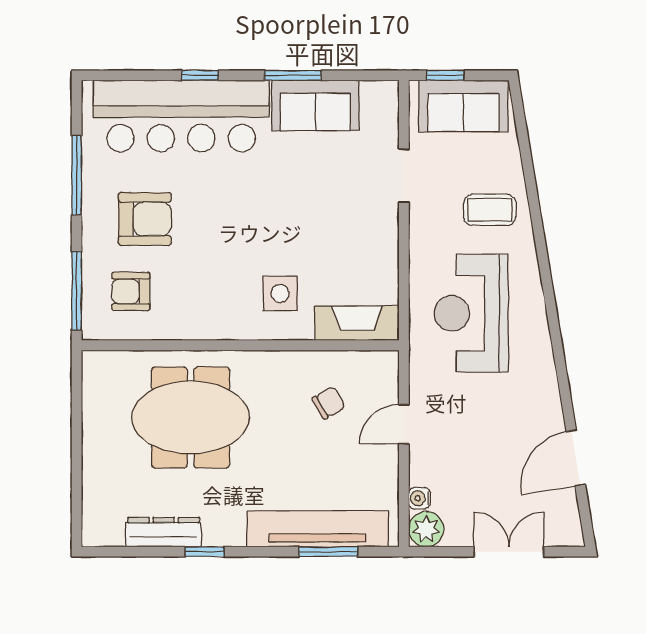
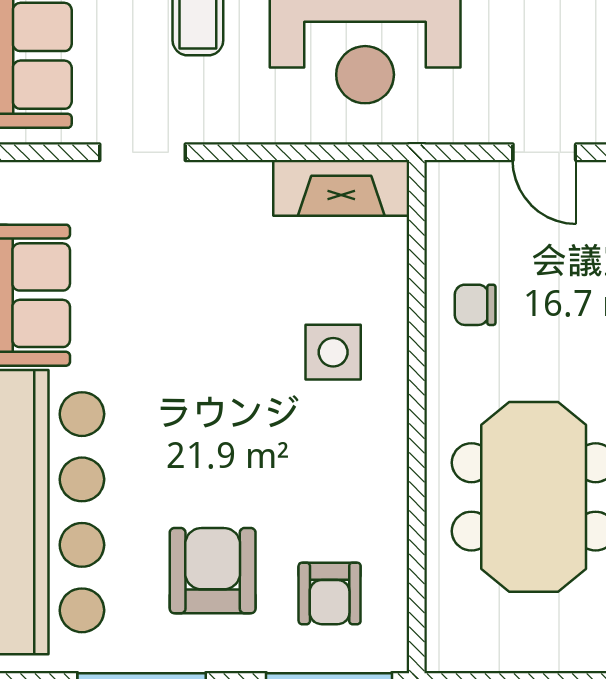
fireplace: (357, 323) -> (341, 188), moved, turned -90
chair: (329, 403) -> (475, 305), moved, turned -60

